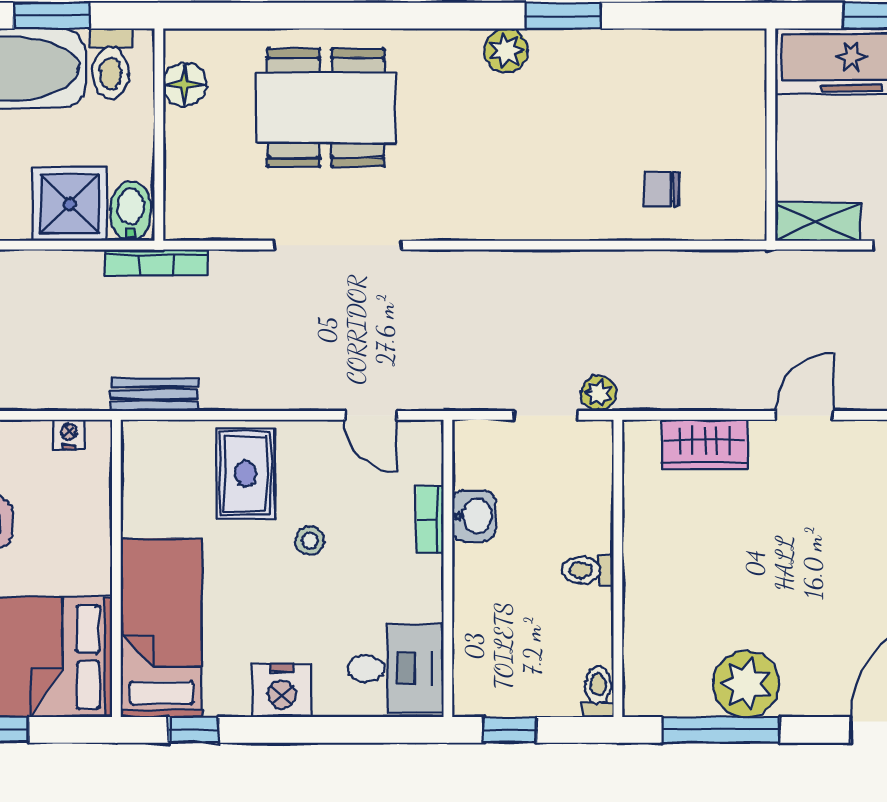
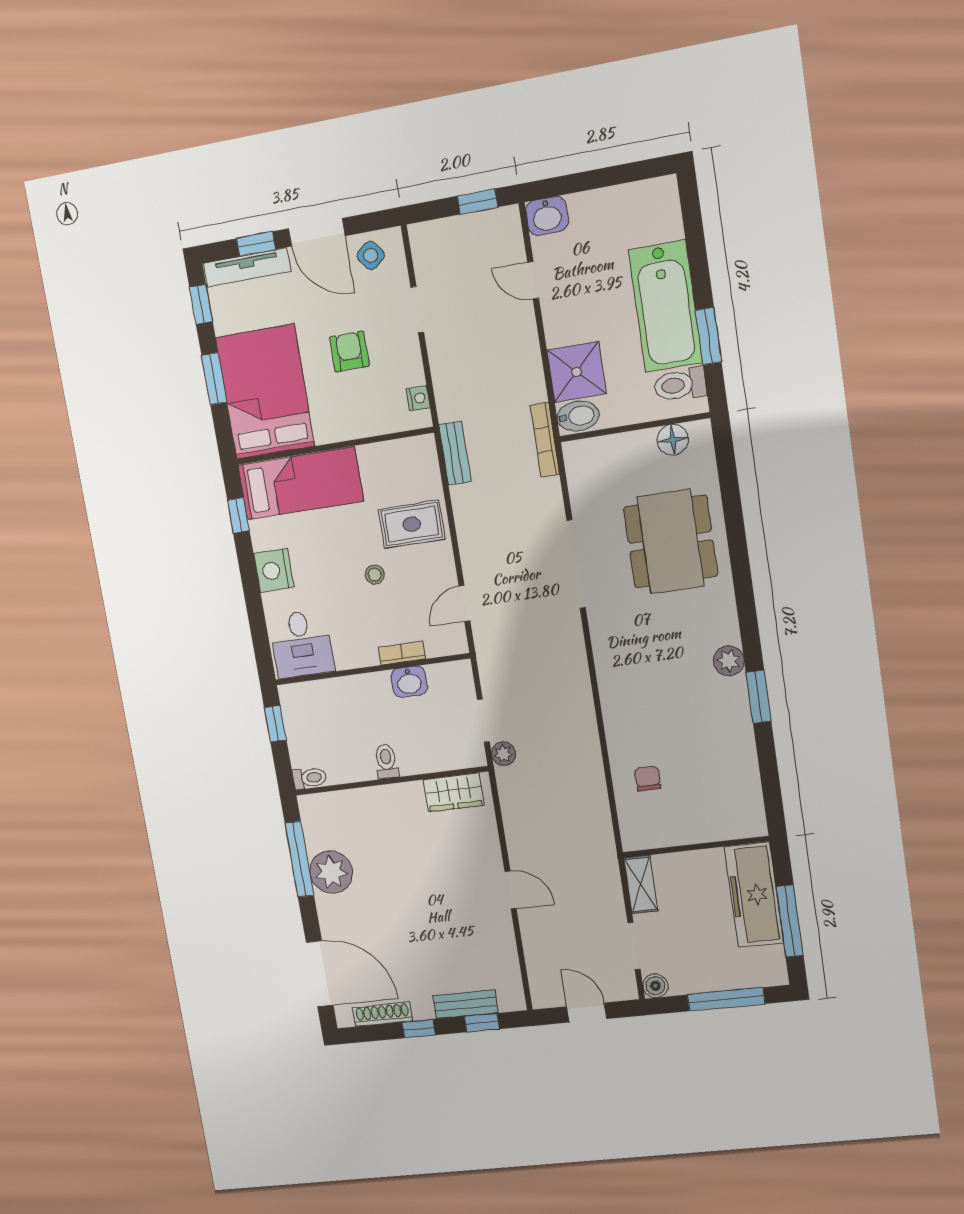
wardrobe: (705, 444) -> (454, 792), moved, turned -90

